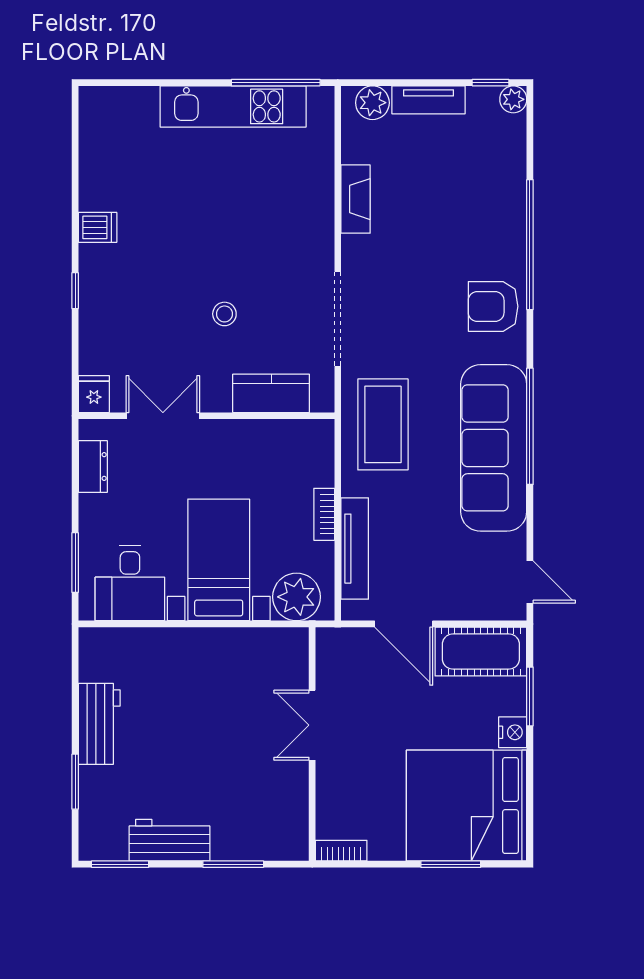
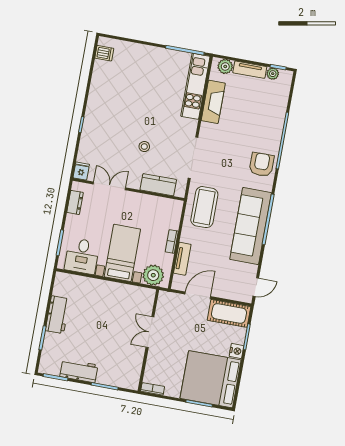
plant: (513, 99) -> (273, 74), moved
kitchen unit: (233, 106) -> (195, 86), moved, turned 90
fireplace: (356, 199) -> (213, 102), width x1.37, depth x1.32
dishwasher: (98, 227) -> (104, 53), moved
armchair: (493, 306) -> (262, 165), turned 90
tv unit: (355, 549) -> (182, 259), width x0.71
door: (530, 582) -> (256, 287), hinge flipped
door: (404, 624) -> (198, 295), swing flipped

